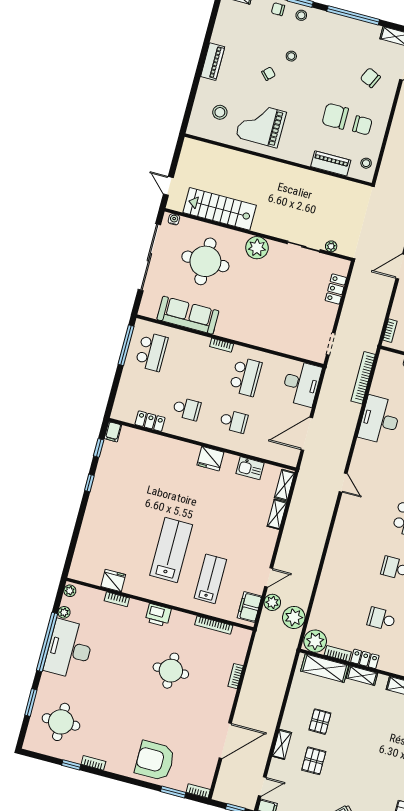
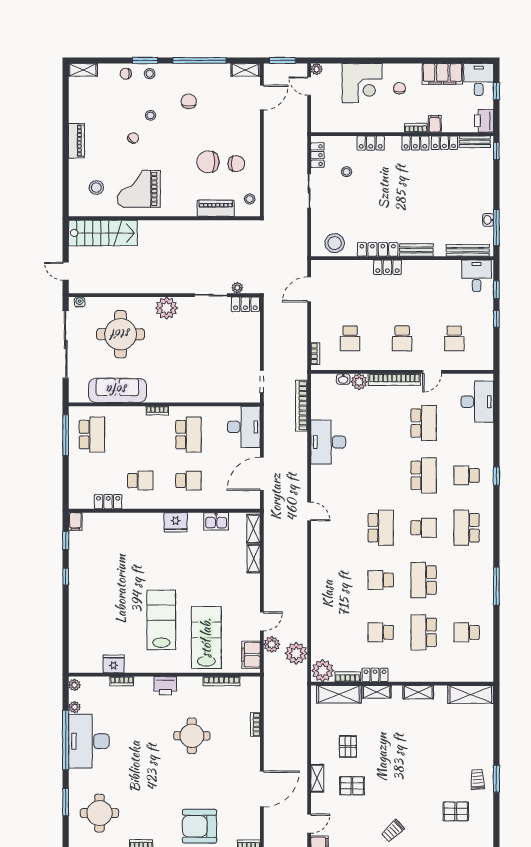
chair: (370, 78) -> (189, 101), moved, turned 65
stairs: (220, 209) -> (103, 233), moved, turned 180
locker: (336, 289) -> (245, 304), moved, turned -90
lab bench: (210, 579) -> (206, 638), width x1.36, depth x1.39
pallet: (314, 761) -> (352, 786), turned 90

